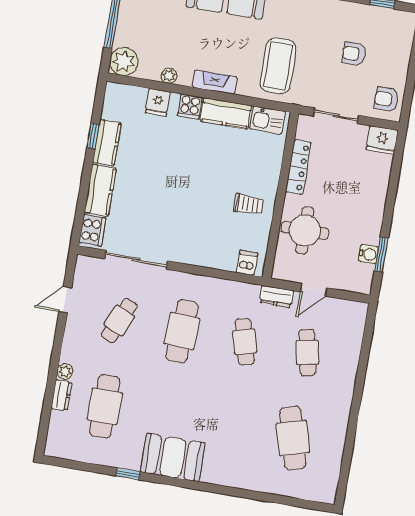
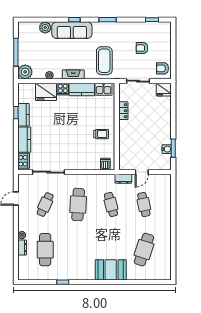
fridge: (158, 102) -> (46, 92), width x1.88, depth x1.34
locker: (298, 167) -> (123, 111), width x0.66
round table: (305, 230) -> (132, 142), removed
cafe table: (293, 438) -> (144, 250), turned 33
booth: (173, 457) -> (111, 270), moved

